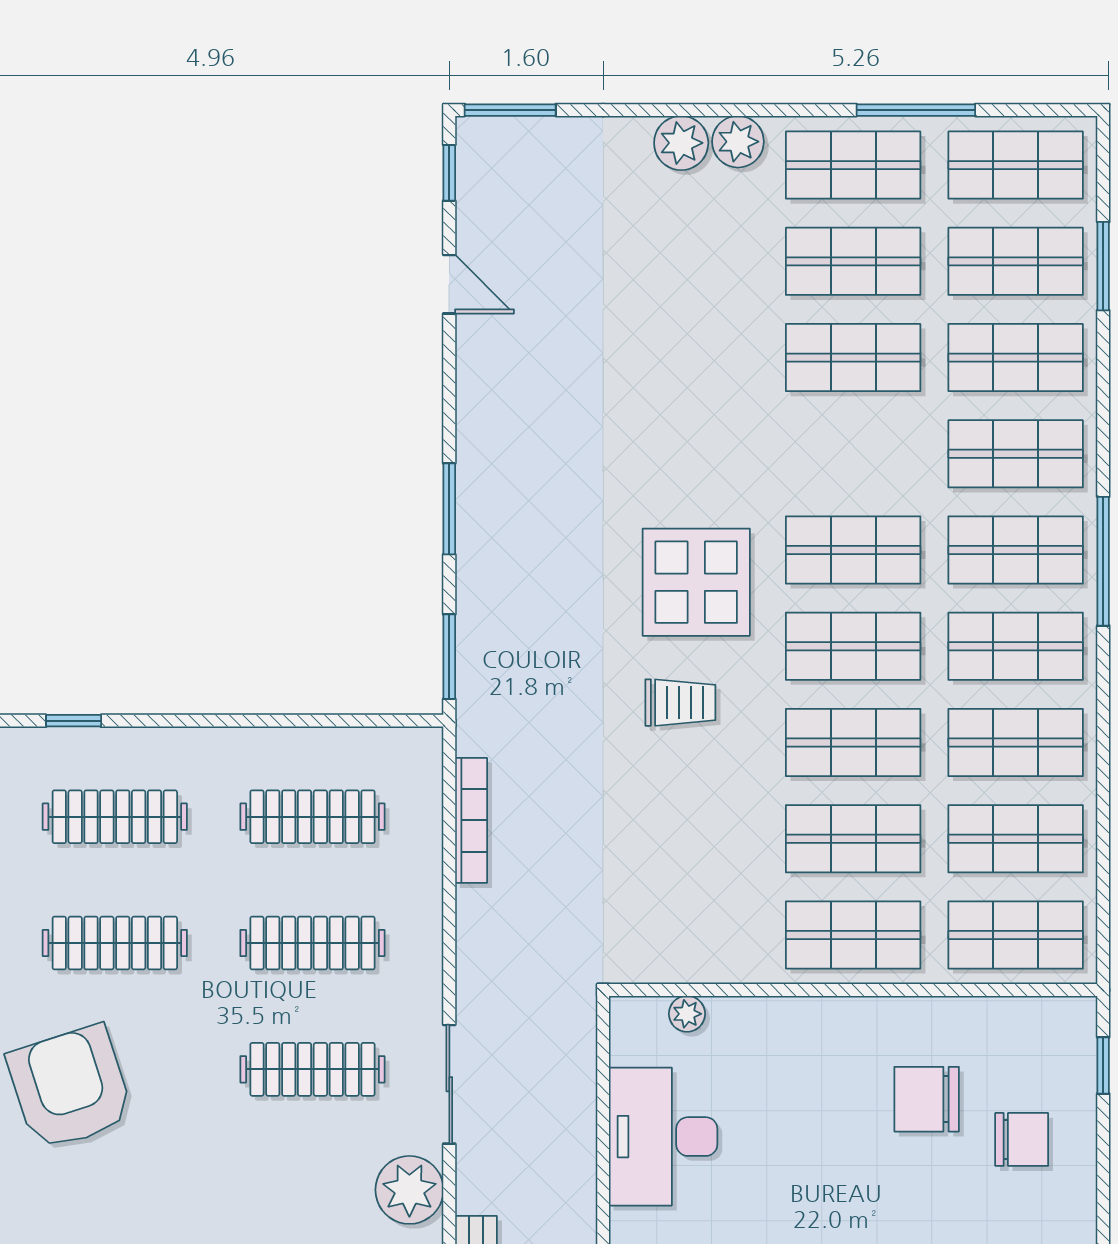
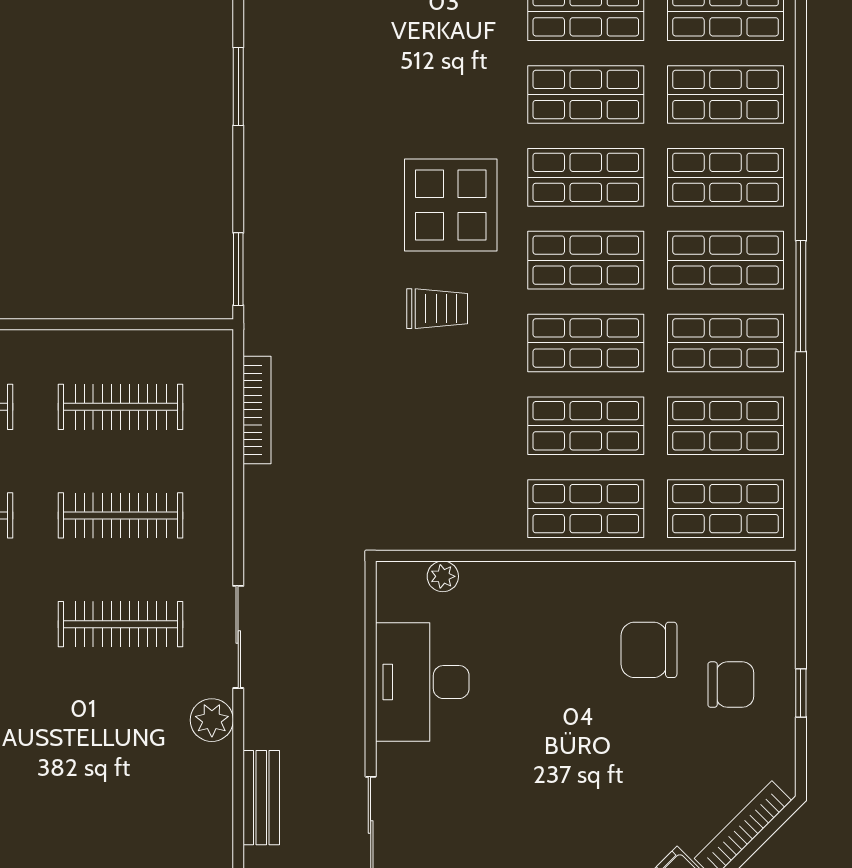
shop shelf: (853, 454) -> (586, 95), added
window: (449, 509) -> (238, 86), moved
window: (1103, 561) -> (801, 296), moved
window: (1103, 1065) -> (801, 693), moved
plant: (409, 1190) -> (212, 720), width x0.73, depth x0.73

